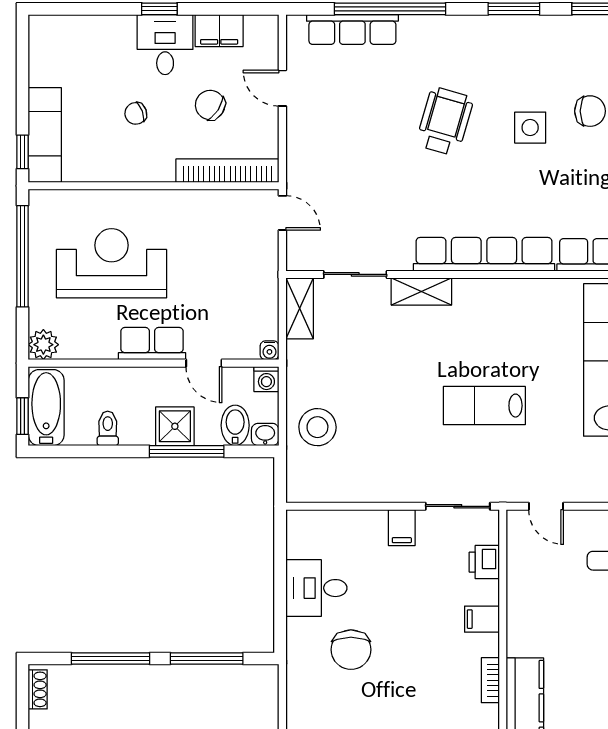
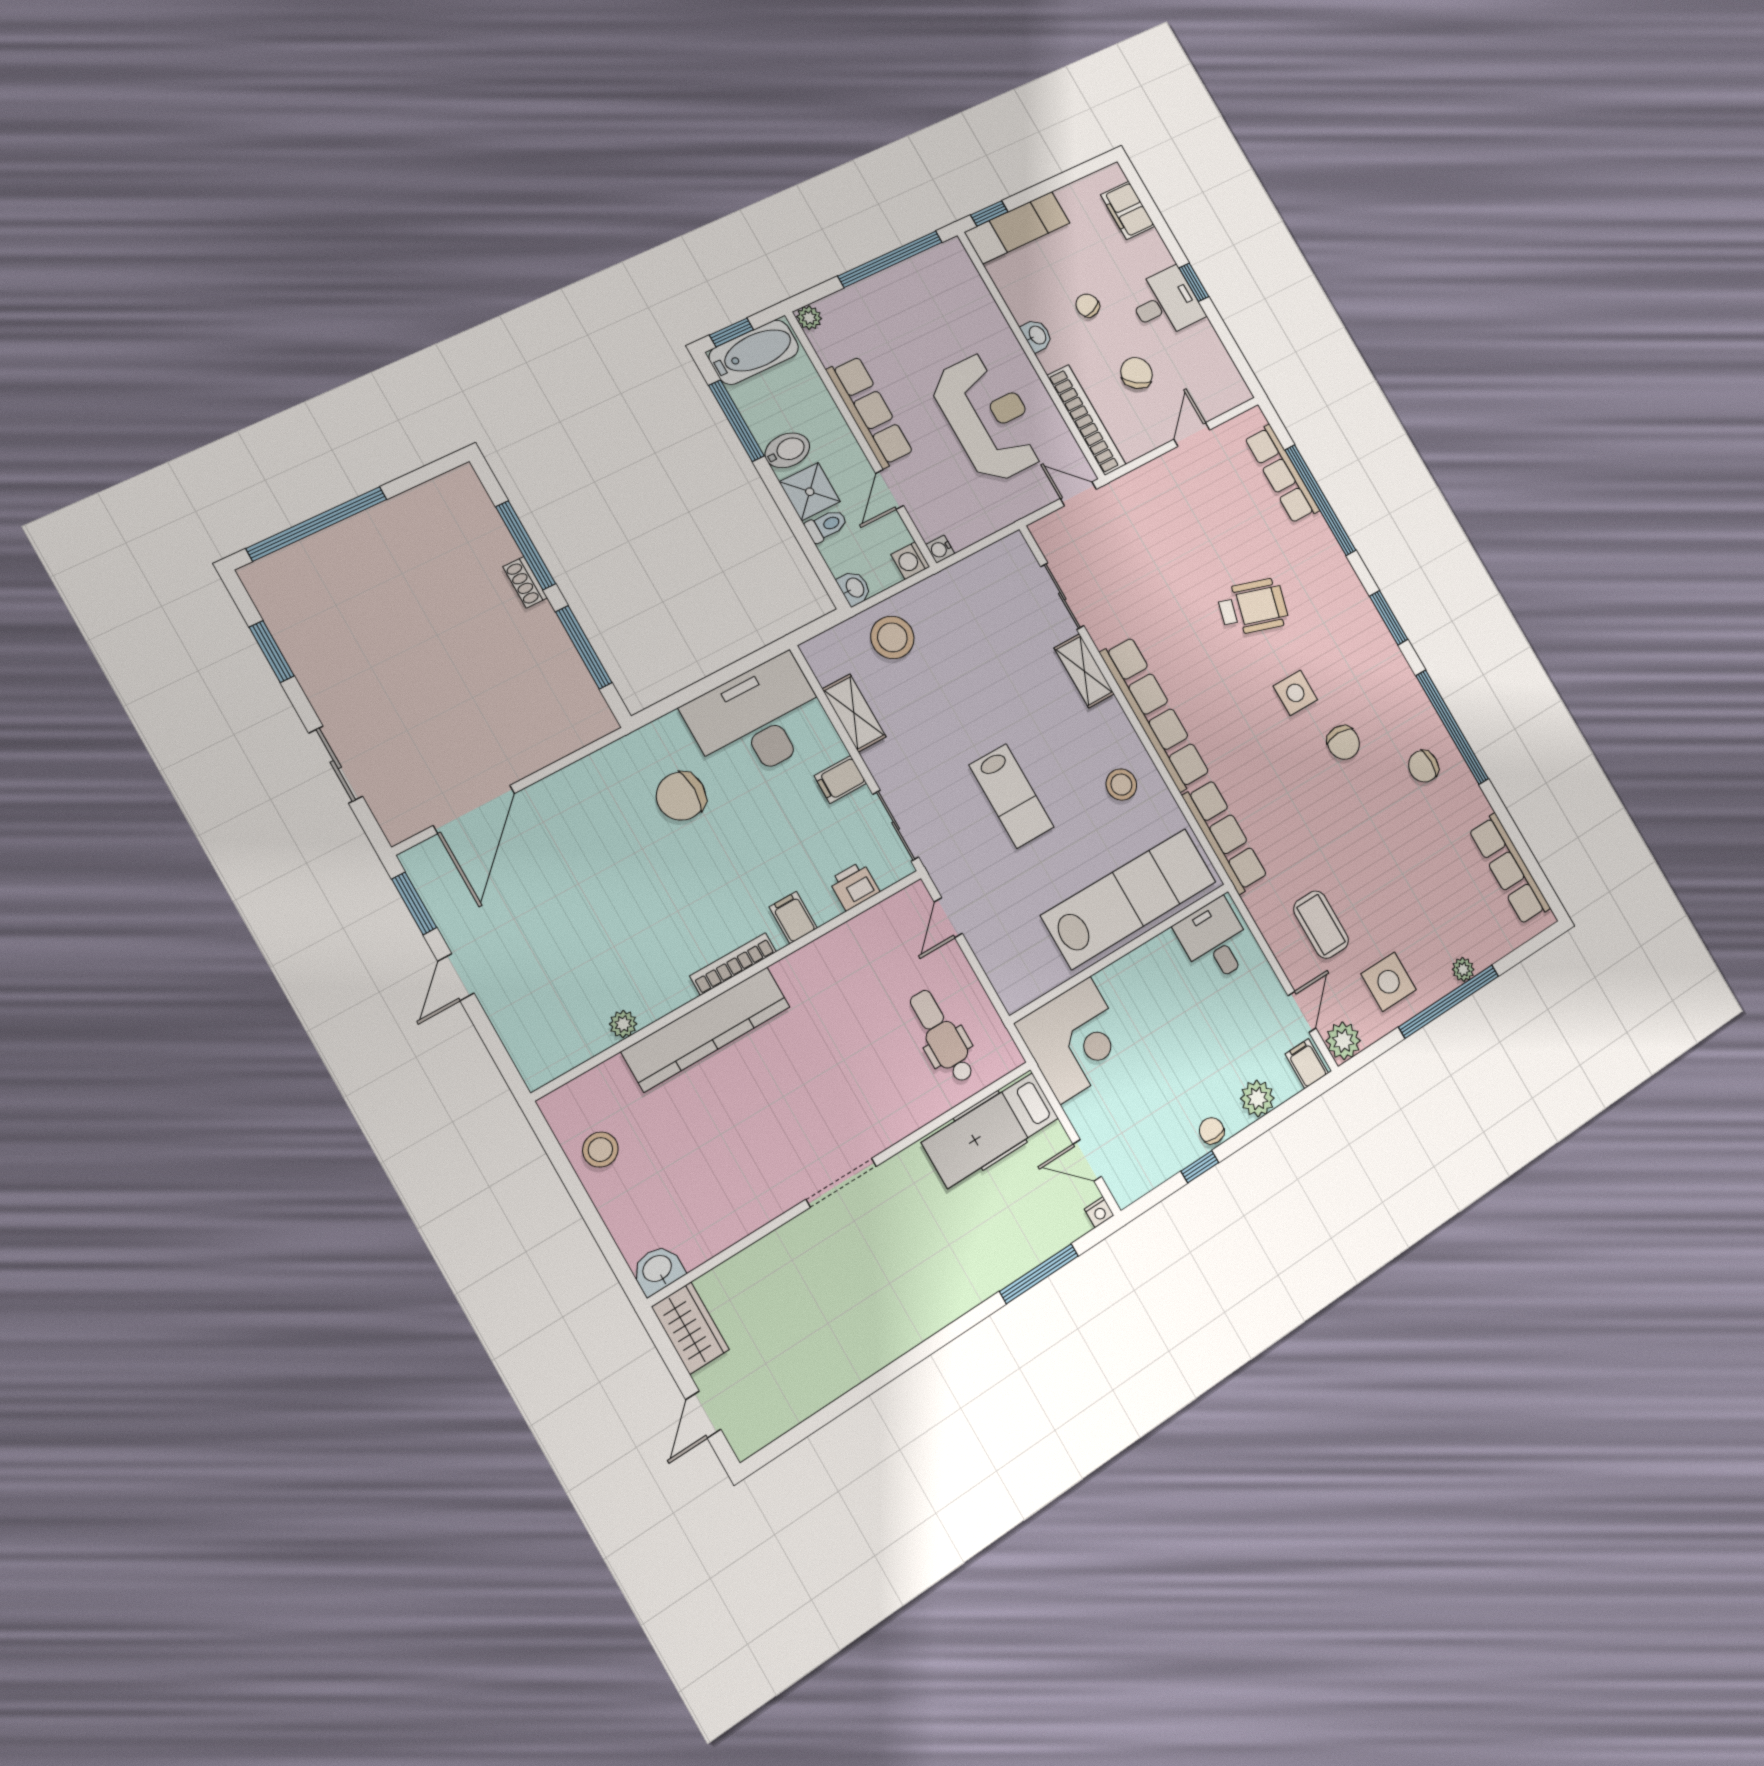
filing cabinet: (219, 31) -> (1128, 210), moved
washbasin: (140, 171) -> (1037, 335), added
door: (282, 213) -> (1078, 494), swing flipped
reception desk: (112, 263) -> (989, 417), moved
shelving: (300, 308) -> (854, 713), moved, turned 90
stool: (523, 314) -> (1121, 785), added
row of seats: (152, 344) -> (870, 412), width x1.48
plant: (43, 345) -> (809, 318), width x0.73, depth x0.73
lab bench: (484, 406) -> (1011, 796), turned 180
bidet: (235, 425) -> (787, 450), moved
toilet: (108, 428) -> (826, 525), moved
window: (187, 451) -> (736, 421), moved
desk: (316, 588) -> (758, 720), width x1.87, depth x1.30
bookcase: (490, 680) -> (733, 964), width x1.56
shoe rack: (38, 689) -> (525, 582), moved, turned 90

